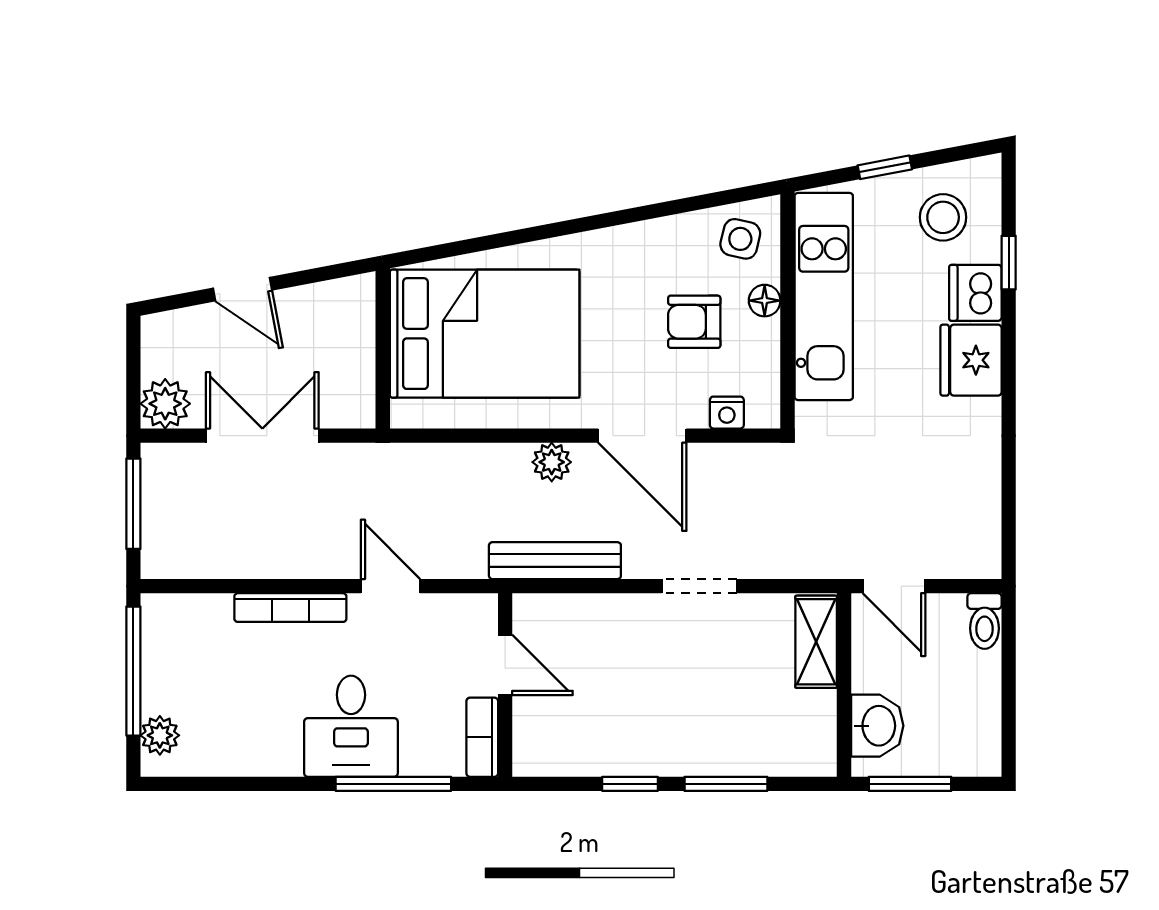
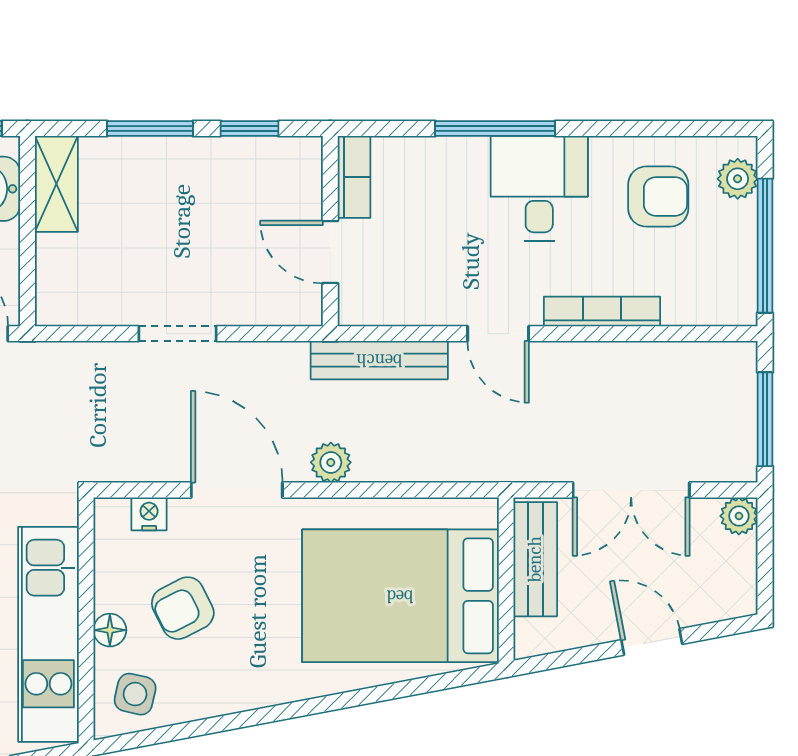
armchair: (694, 322) -> (183, 608), turned 153
bench: (355, 369) -> (535, 559), added
plant: (165, 404) -> (739, 516), width x0.73, depth x0.73
bench: (555, 561) -> (379, 360), moved
shelving: (816, 642) -> (56, 184), moved
door: (505, 665) -> (330, 252), moved
wall: (505, 685) -> (330, 231), moved
armchair: (236, 718) -> (658, 197), added
bookcase: (482, 737) -> (354, 177), moved

